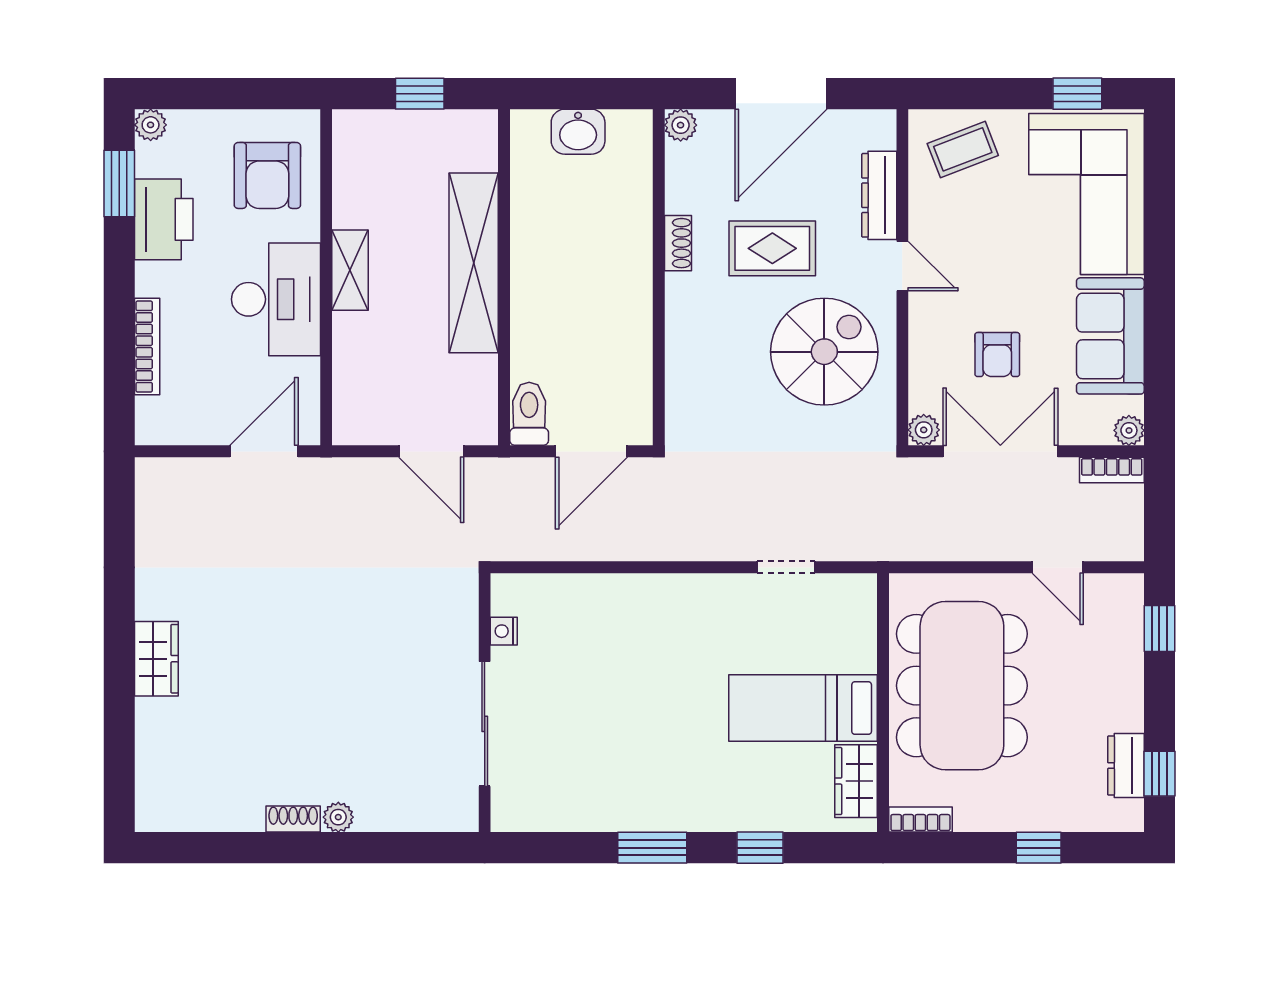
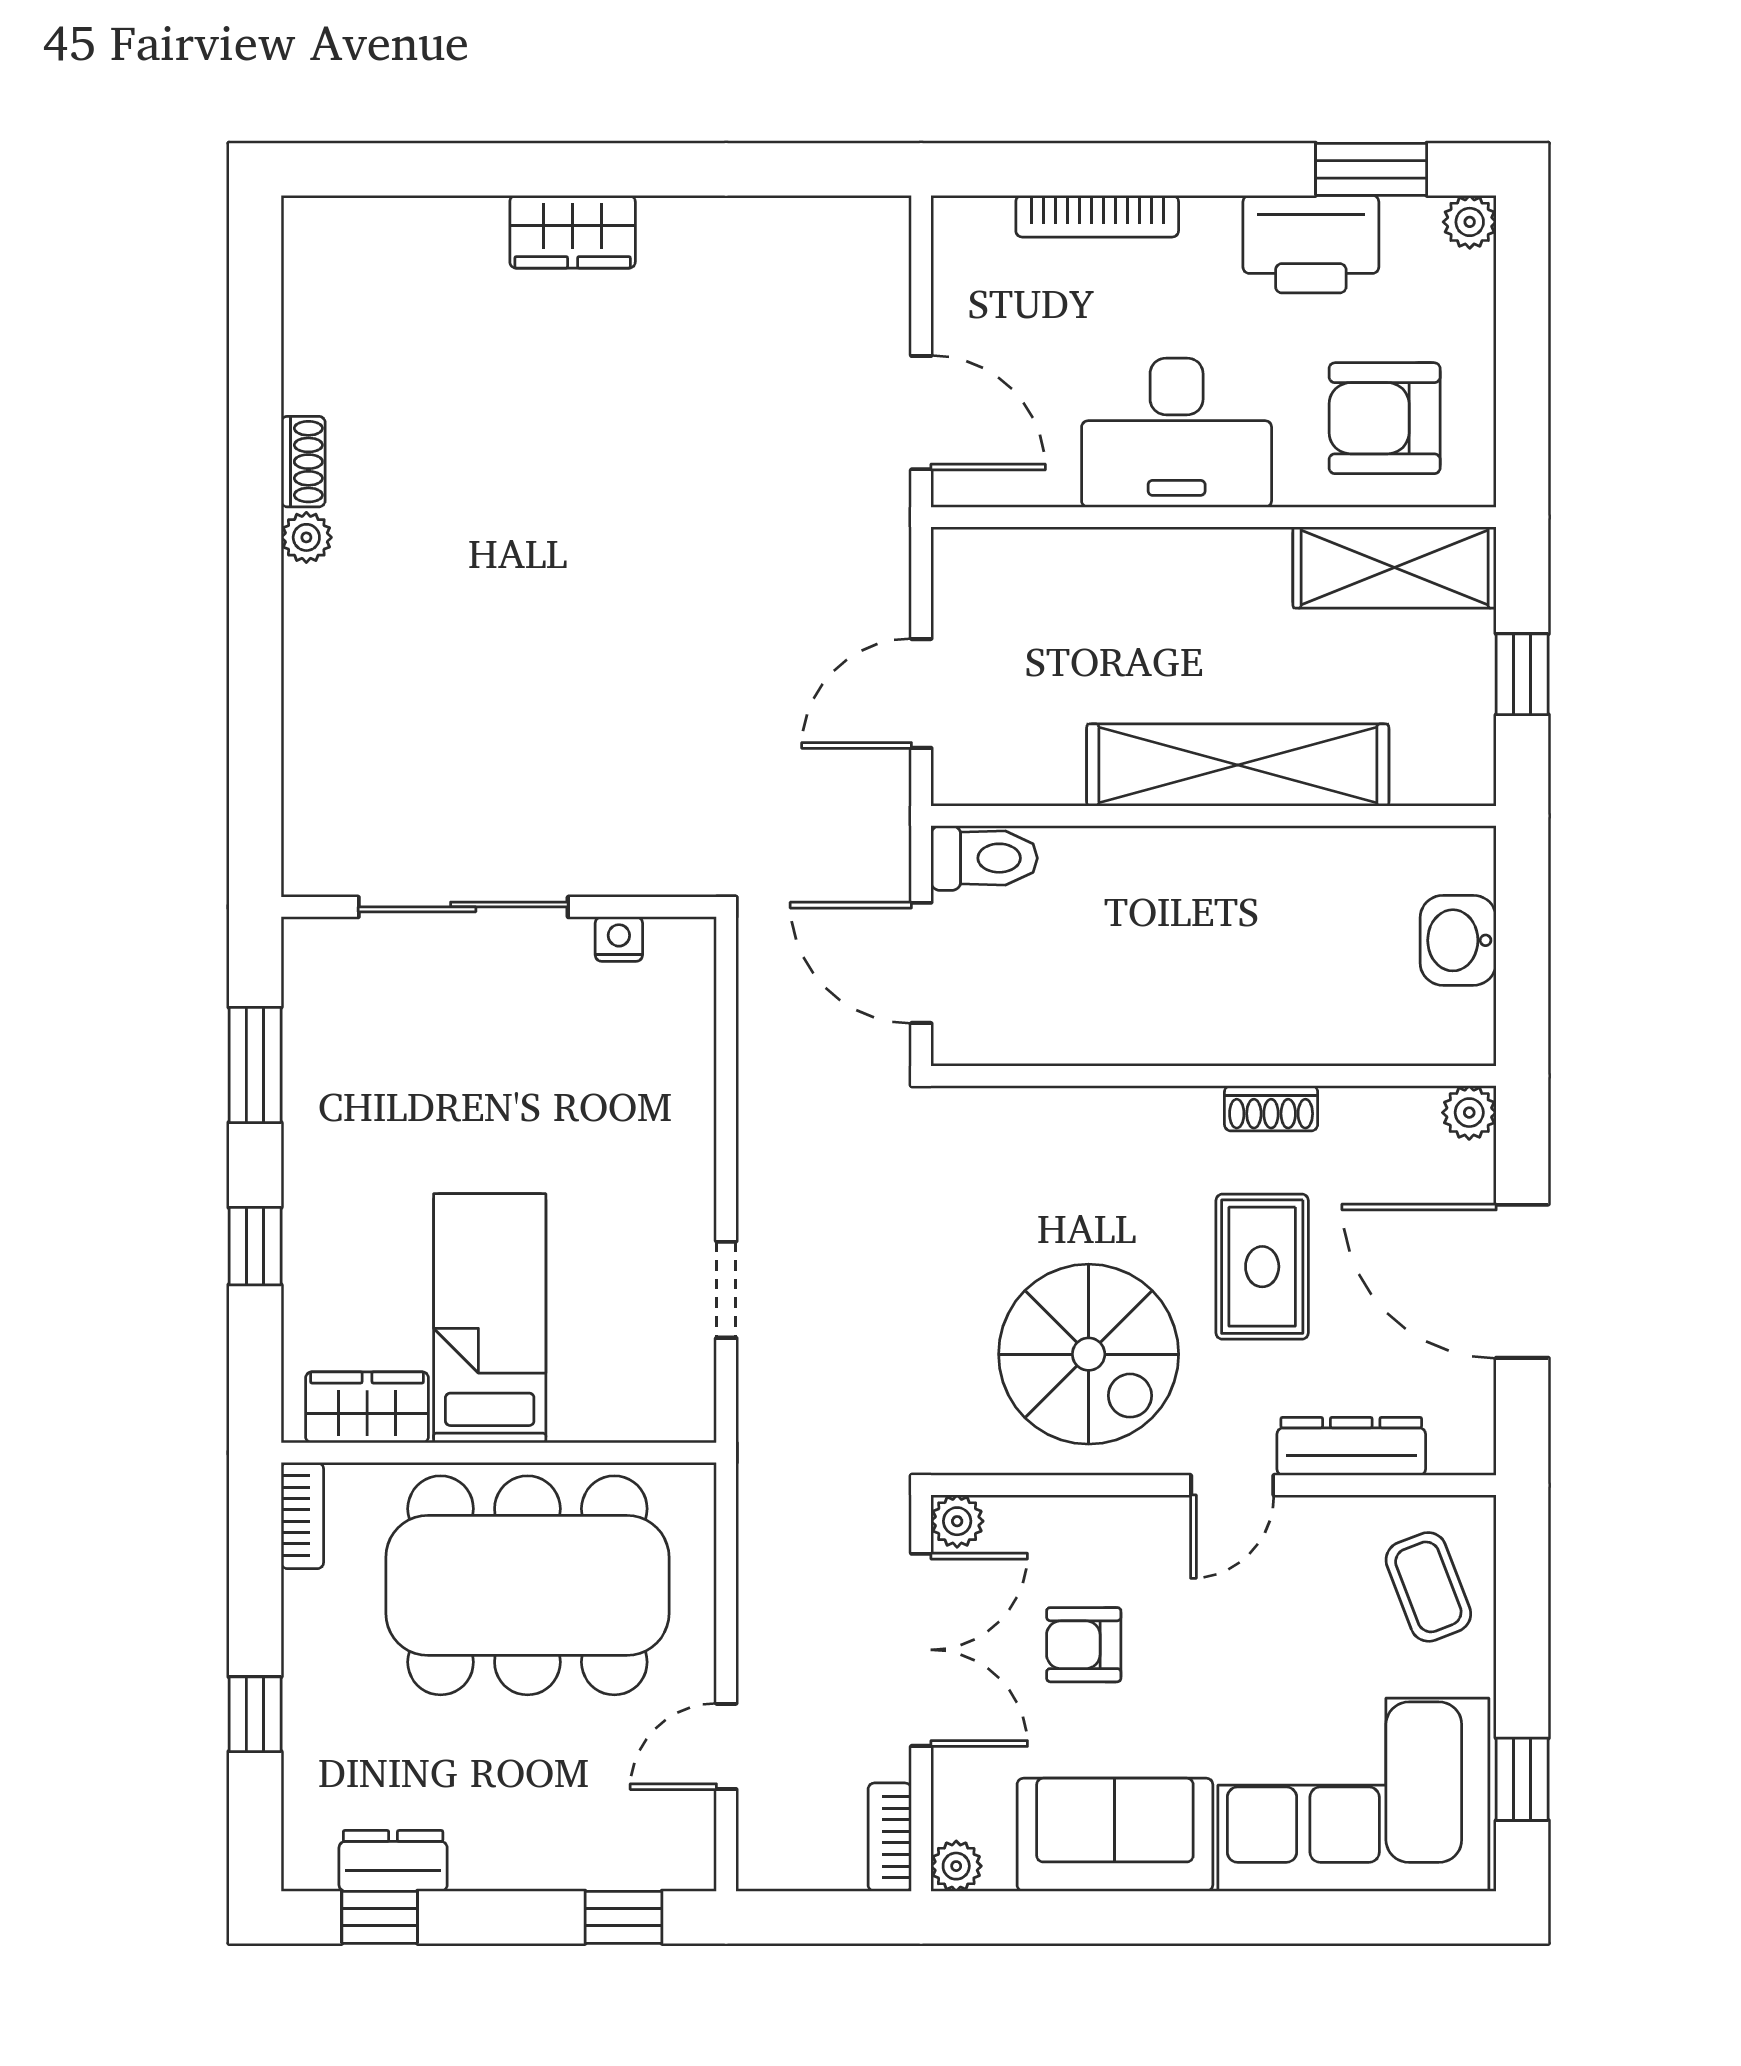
shelving: (350, 270) -> (1395, 567), moved, width x1.50, depth x1.33
nightstand: (504, 631) -> (619, 939), moved
wall: (485, 703) -> (499, 907), moved
sliding door: (485, 724) -> (463, 907), moved

